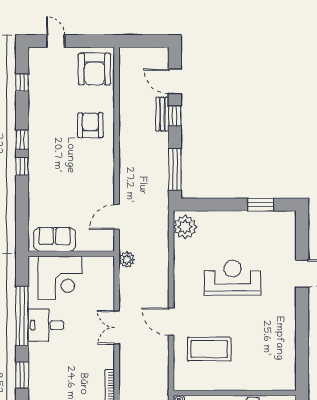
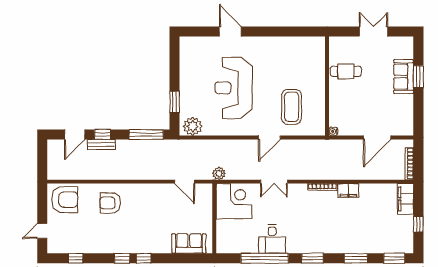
window: (261, 205) -> (175, 102), moved
sofa: (55, 239) -> (189, 244), moved, turned 90
corner desk: (60, 278) -> (234, 201), moved
reception desk: (233, 278) -> (234, 88), width x1.36, depth x1.30

